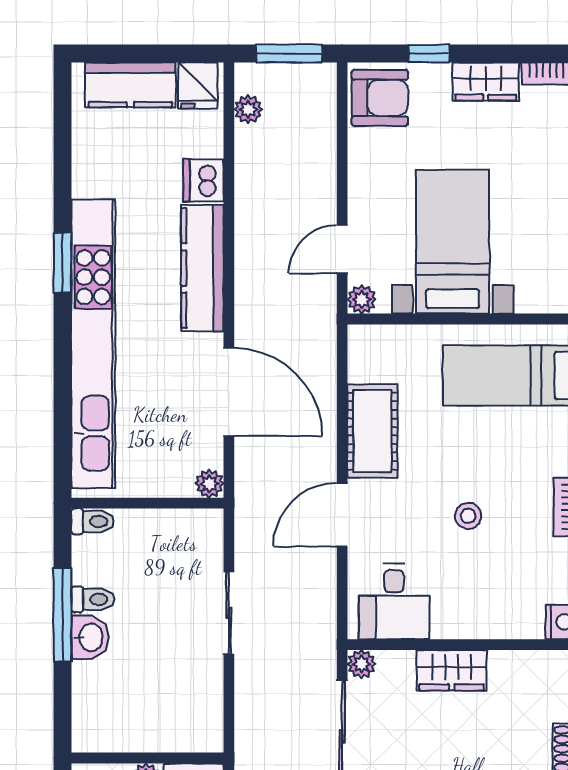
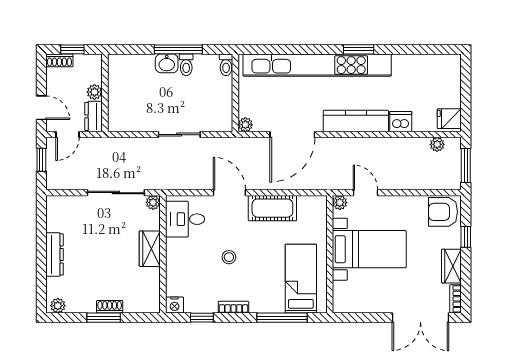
kitchen counter: (130, 85) -> (450, 84), removed
armchair: (380, 98) -> (443, 212), turned 90

